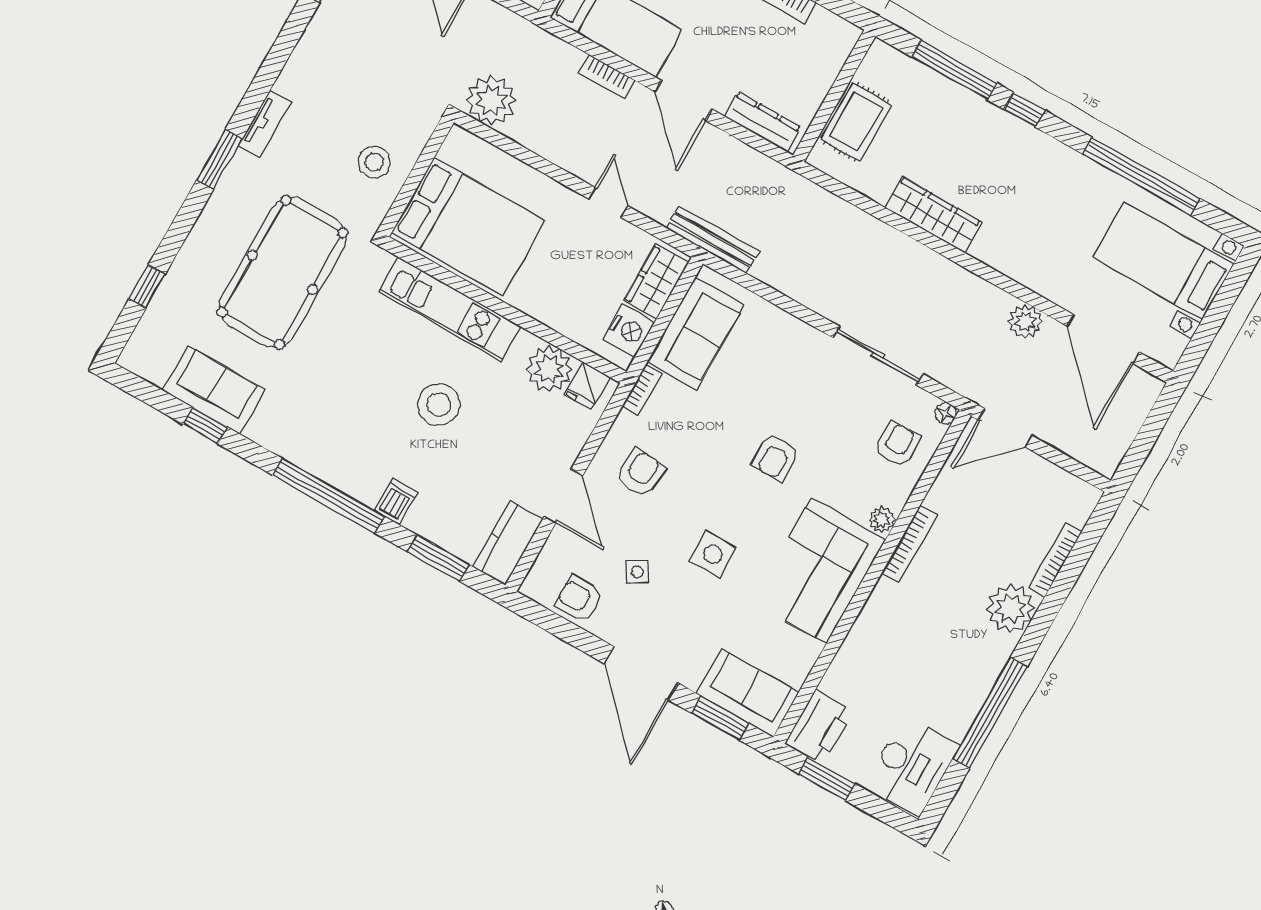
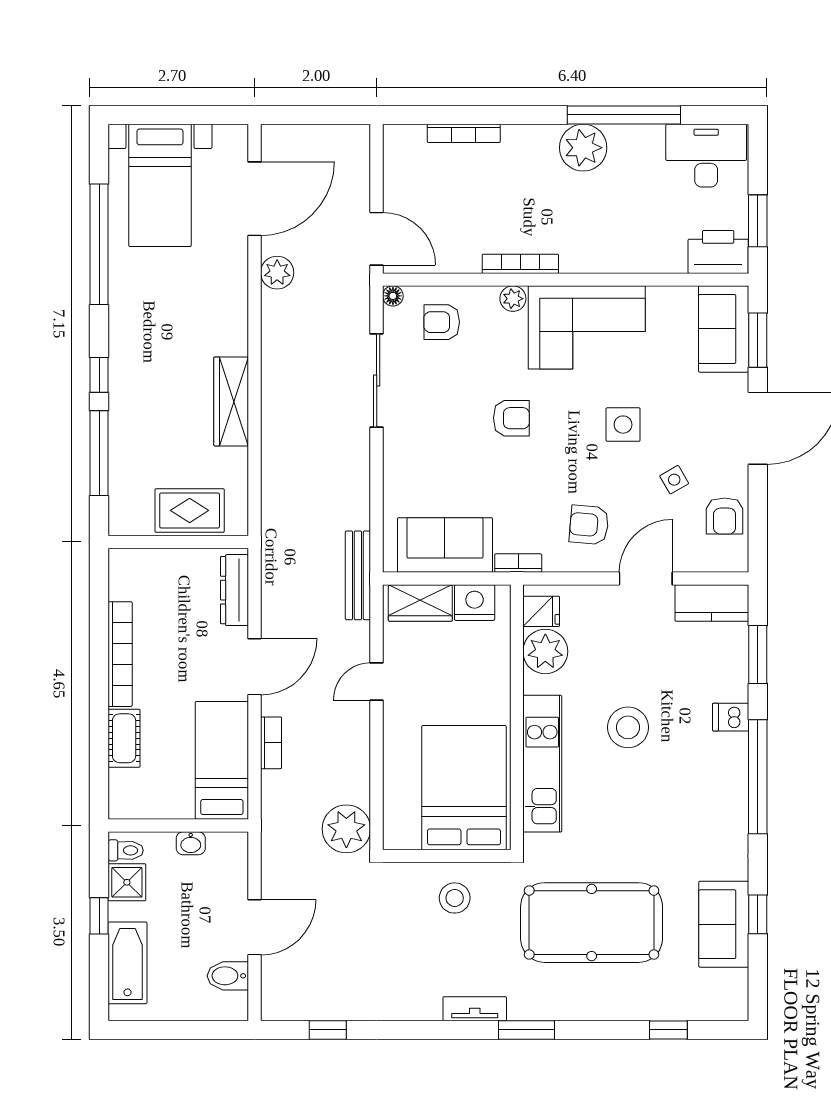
plant: (1011, 608) -> (583, 148), moved

